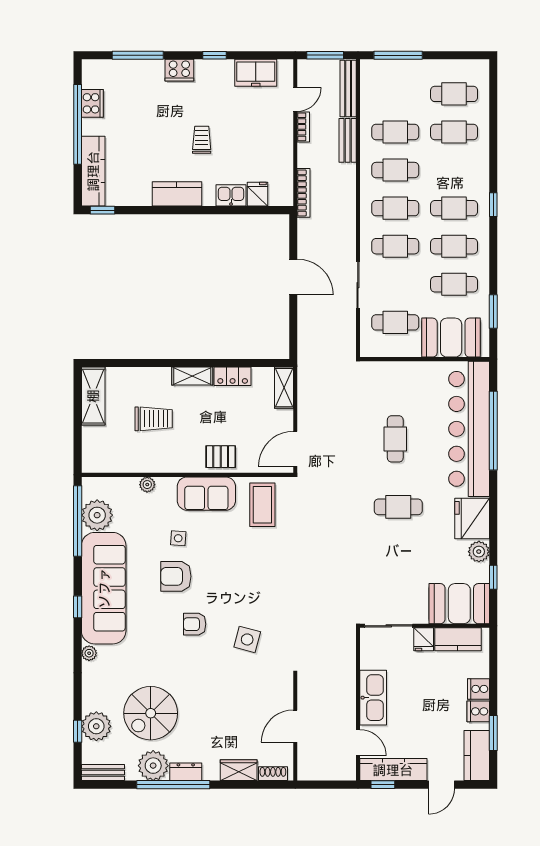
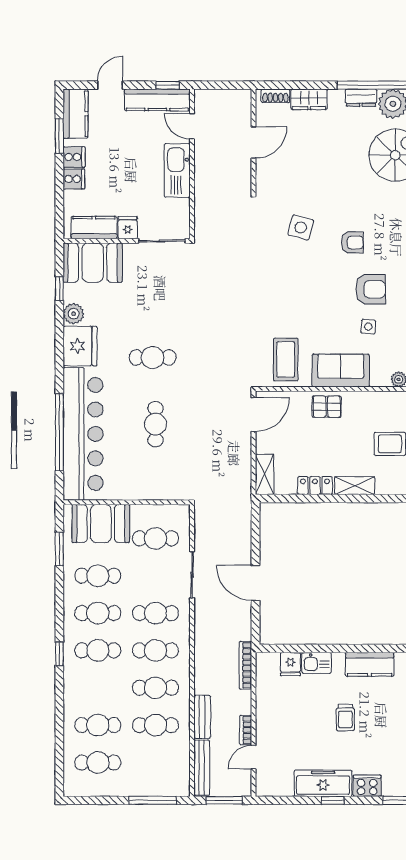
freezer: (256, 73) -> (323, 783), moved, width x1.40

